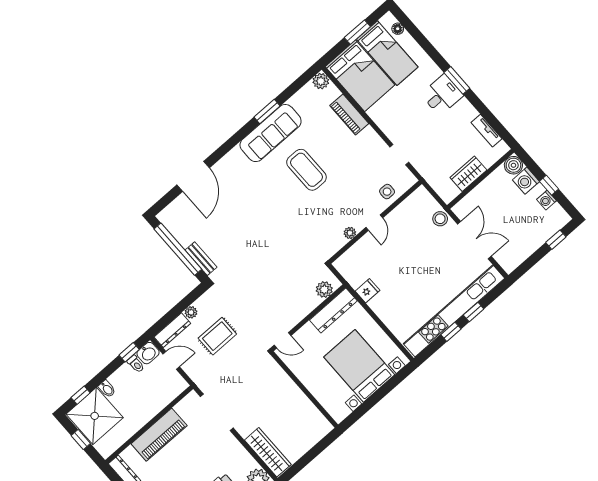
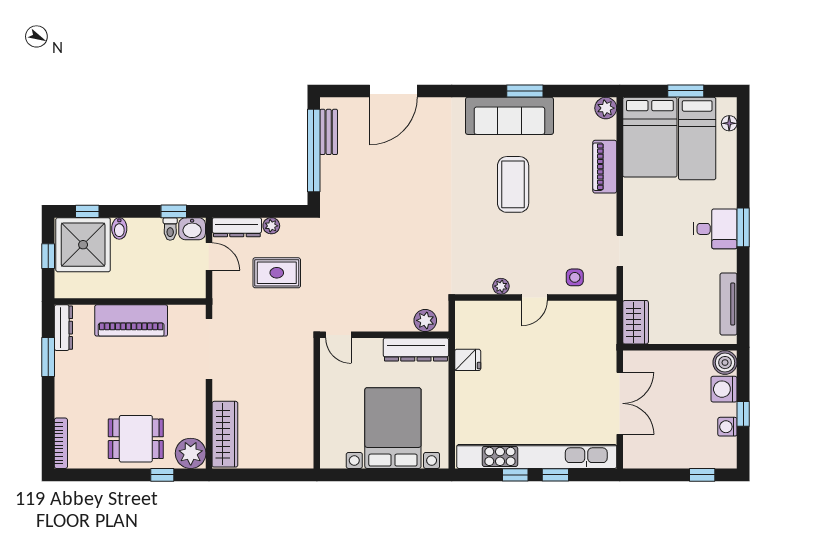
tv unit: (487, 131) -> (729, 304), width x1.41
wardrobe: (468, 174) -> (636, 322), moved, turned 90
stool: (440, 219) -> (604, 352), removed
bench: (201, 259) -> (329, 132), moved

